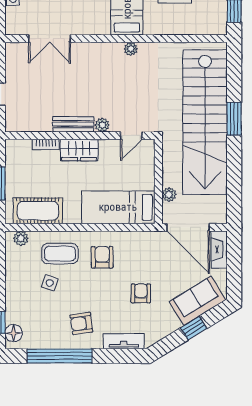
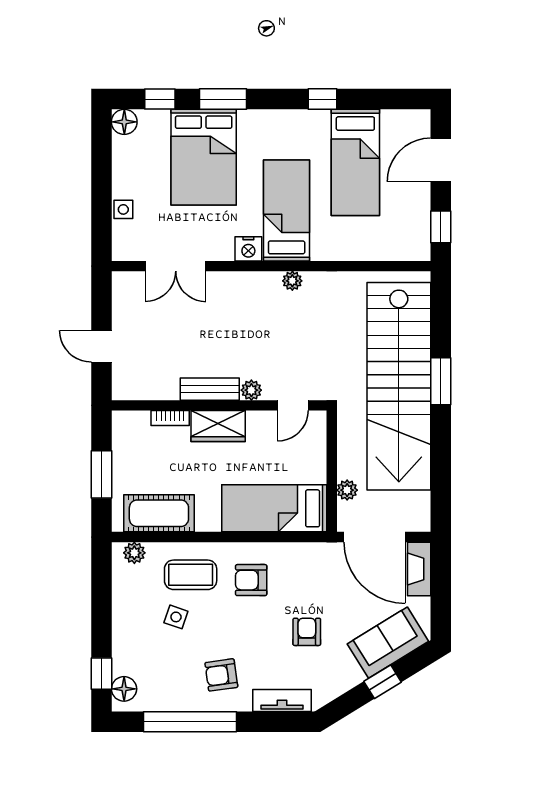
nightstand: (100, 26) -> (248, 249), added
armchair: (102, 257) -> (251, 580), turned -90

